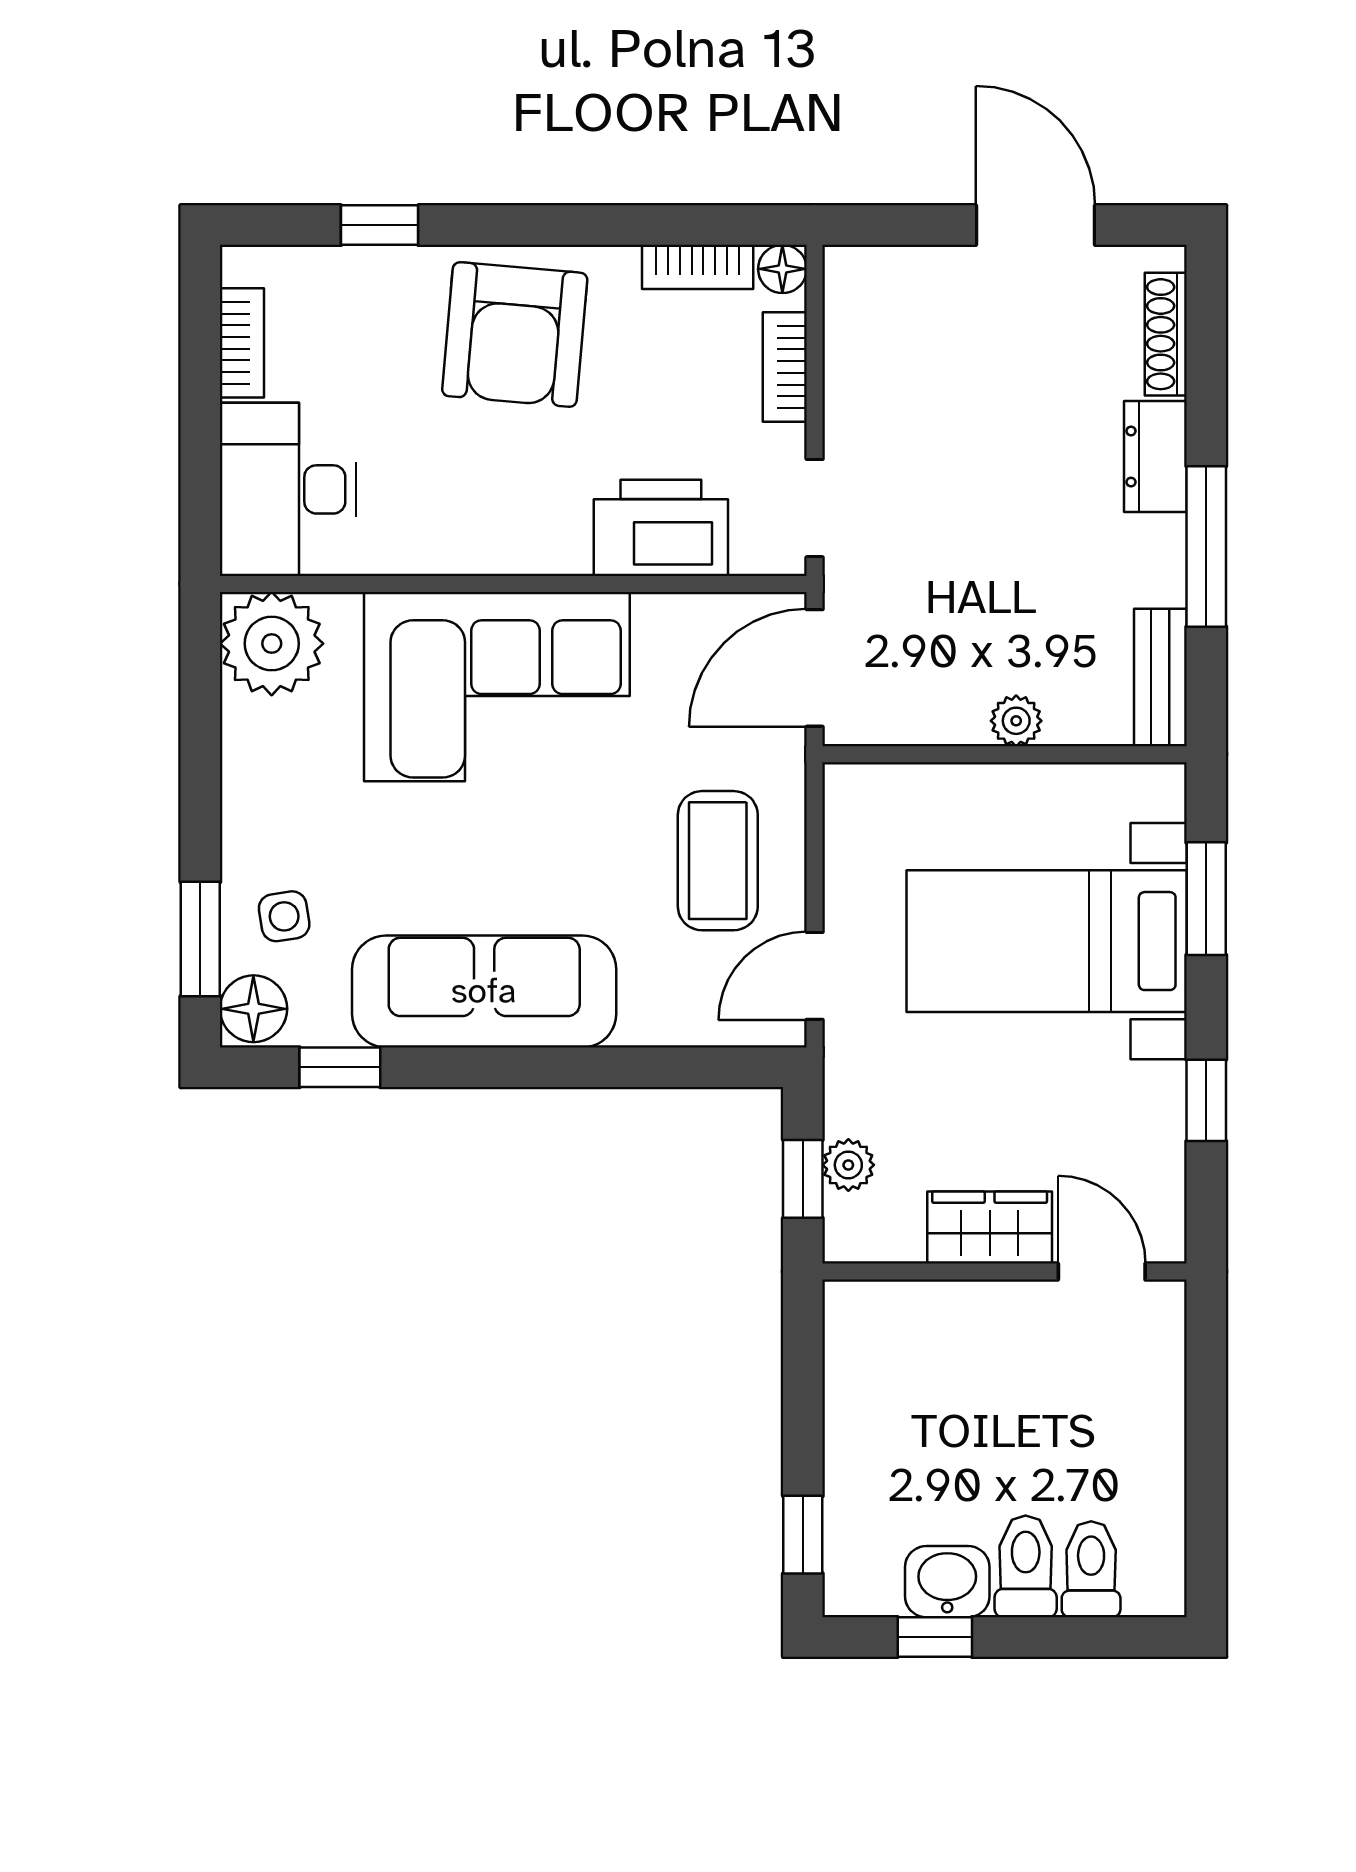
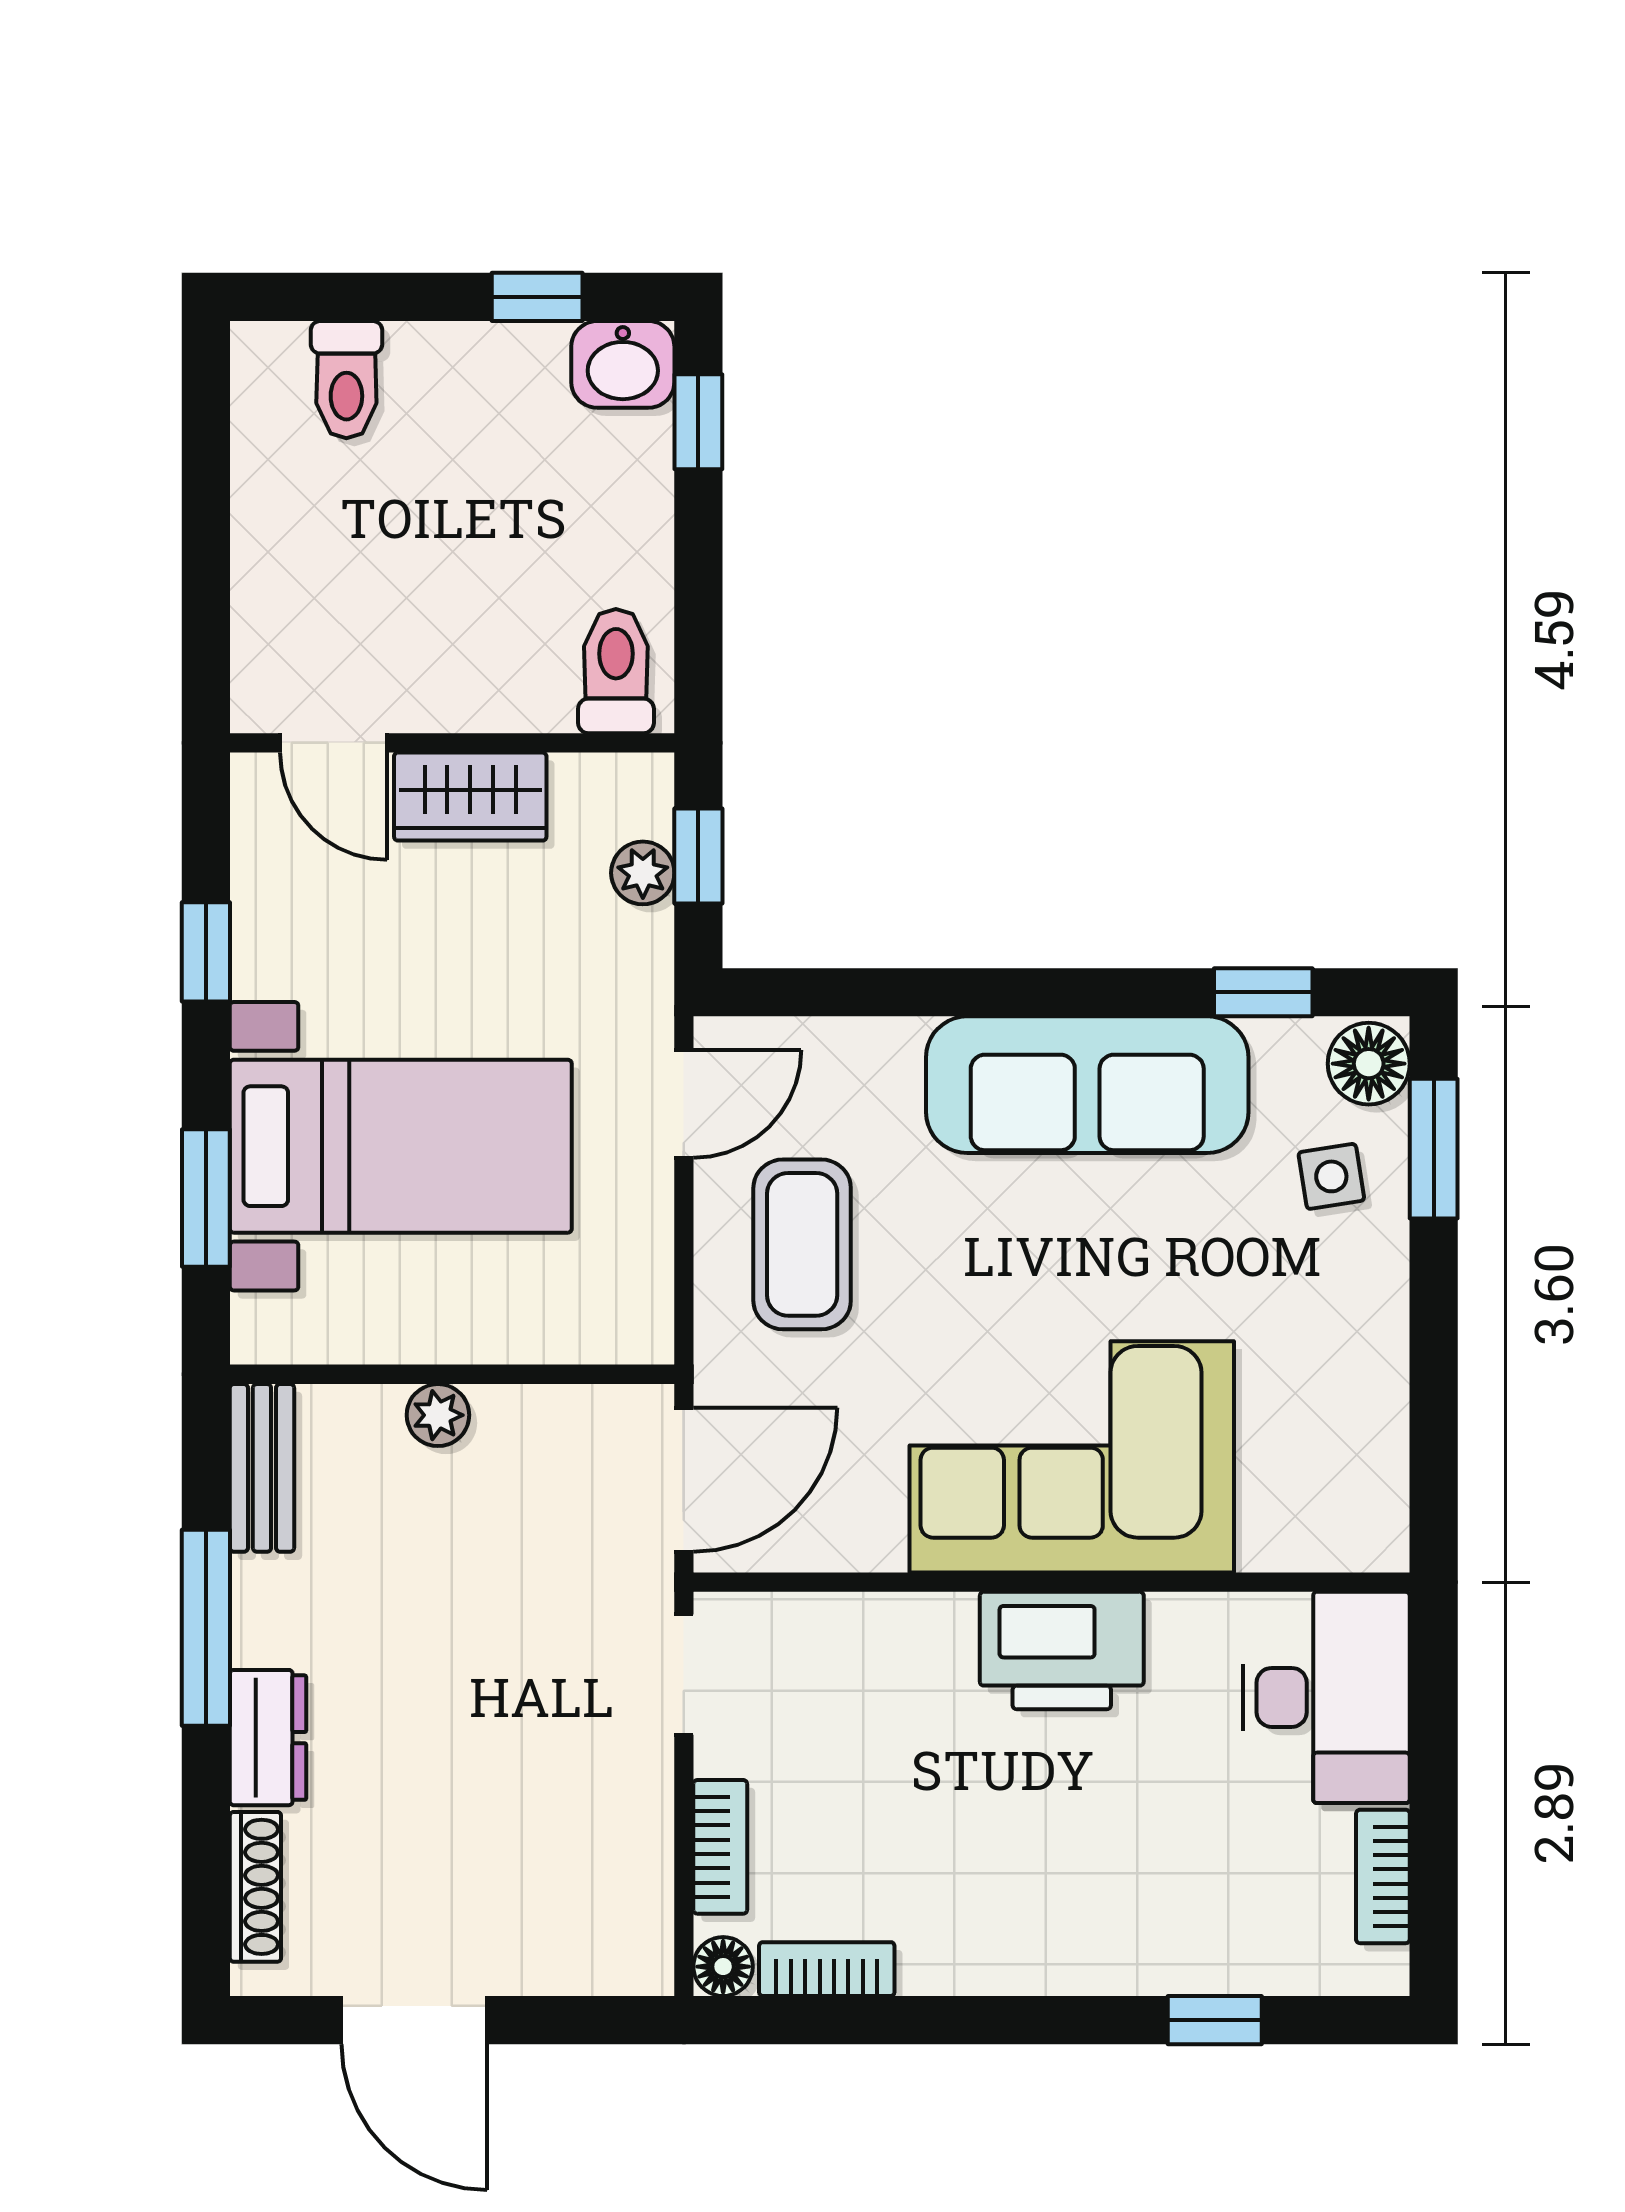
armchair: (515, 334) -> (1050, 1887), removed
printer: (661, 528) -> (1062, 1650), moved
plant: (272, 644) -> (1347, 1509), removed
toilet: (1026, 1566) -> (616, 671), moved, turned 180
washbasin: (947, 1582) -> (623, 364), moved

